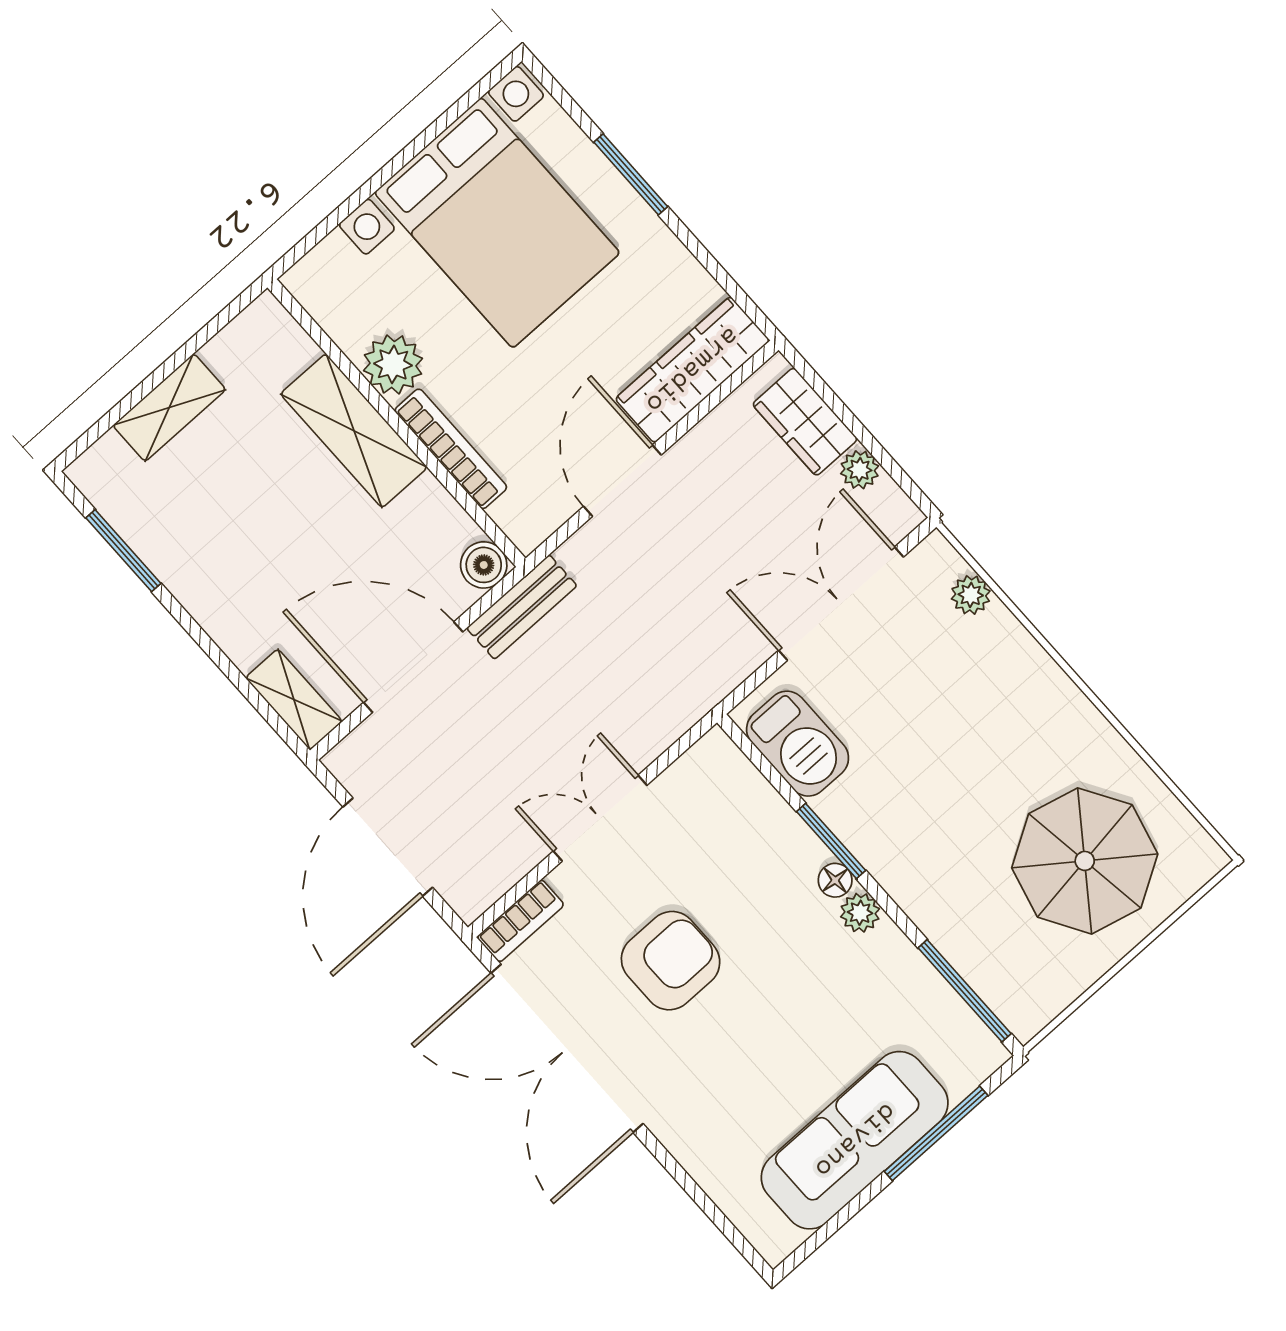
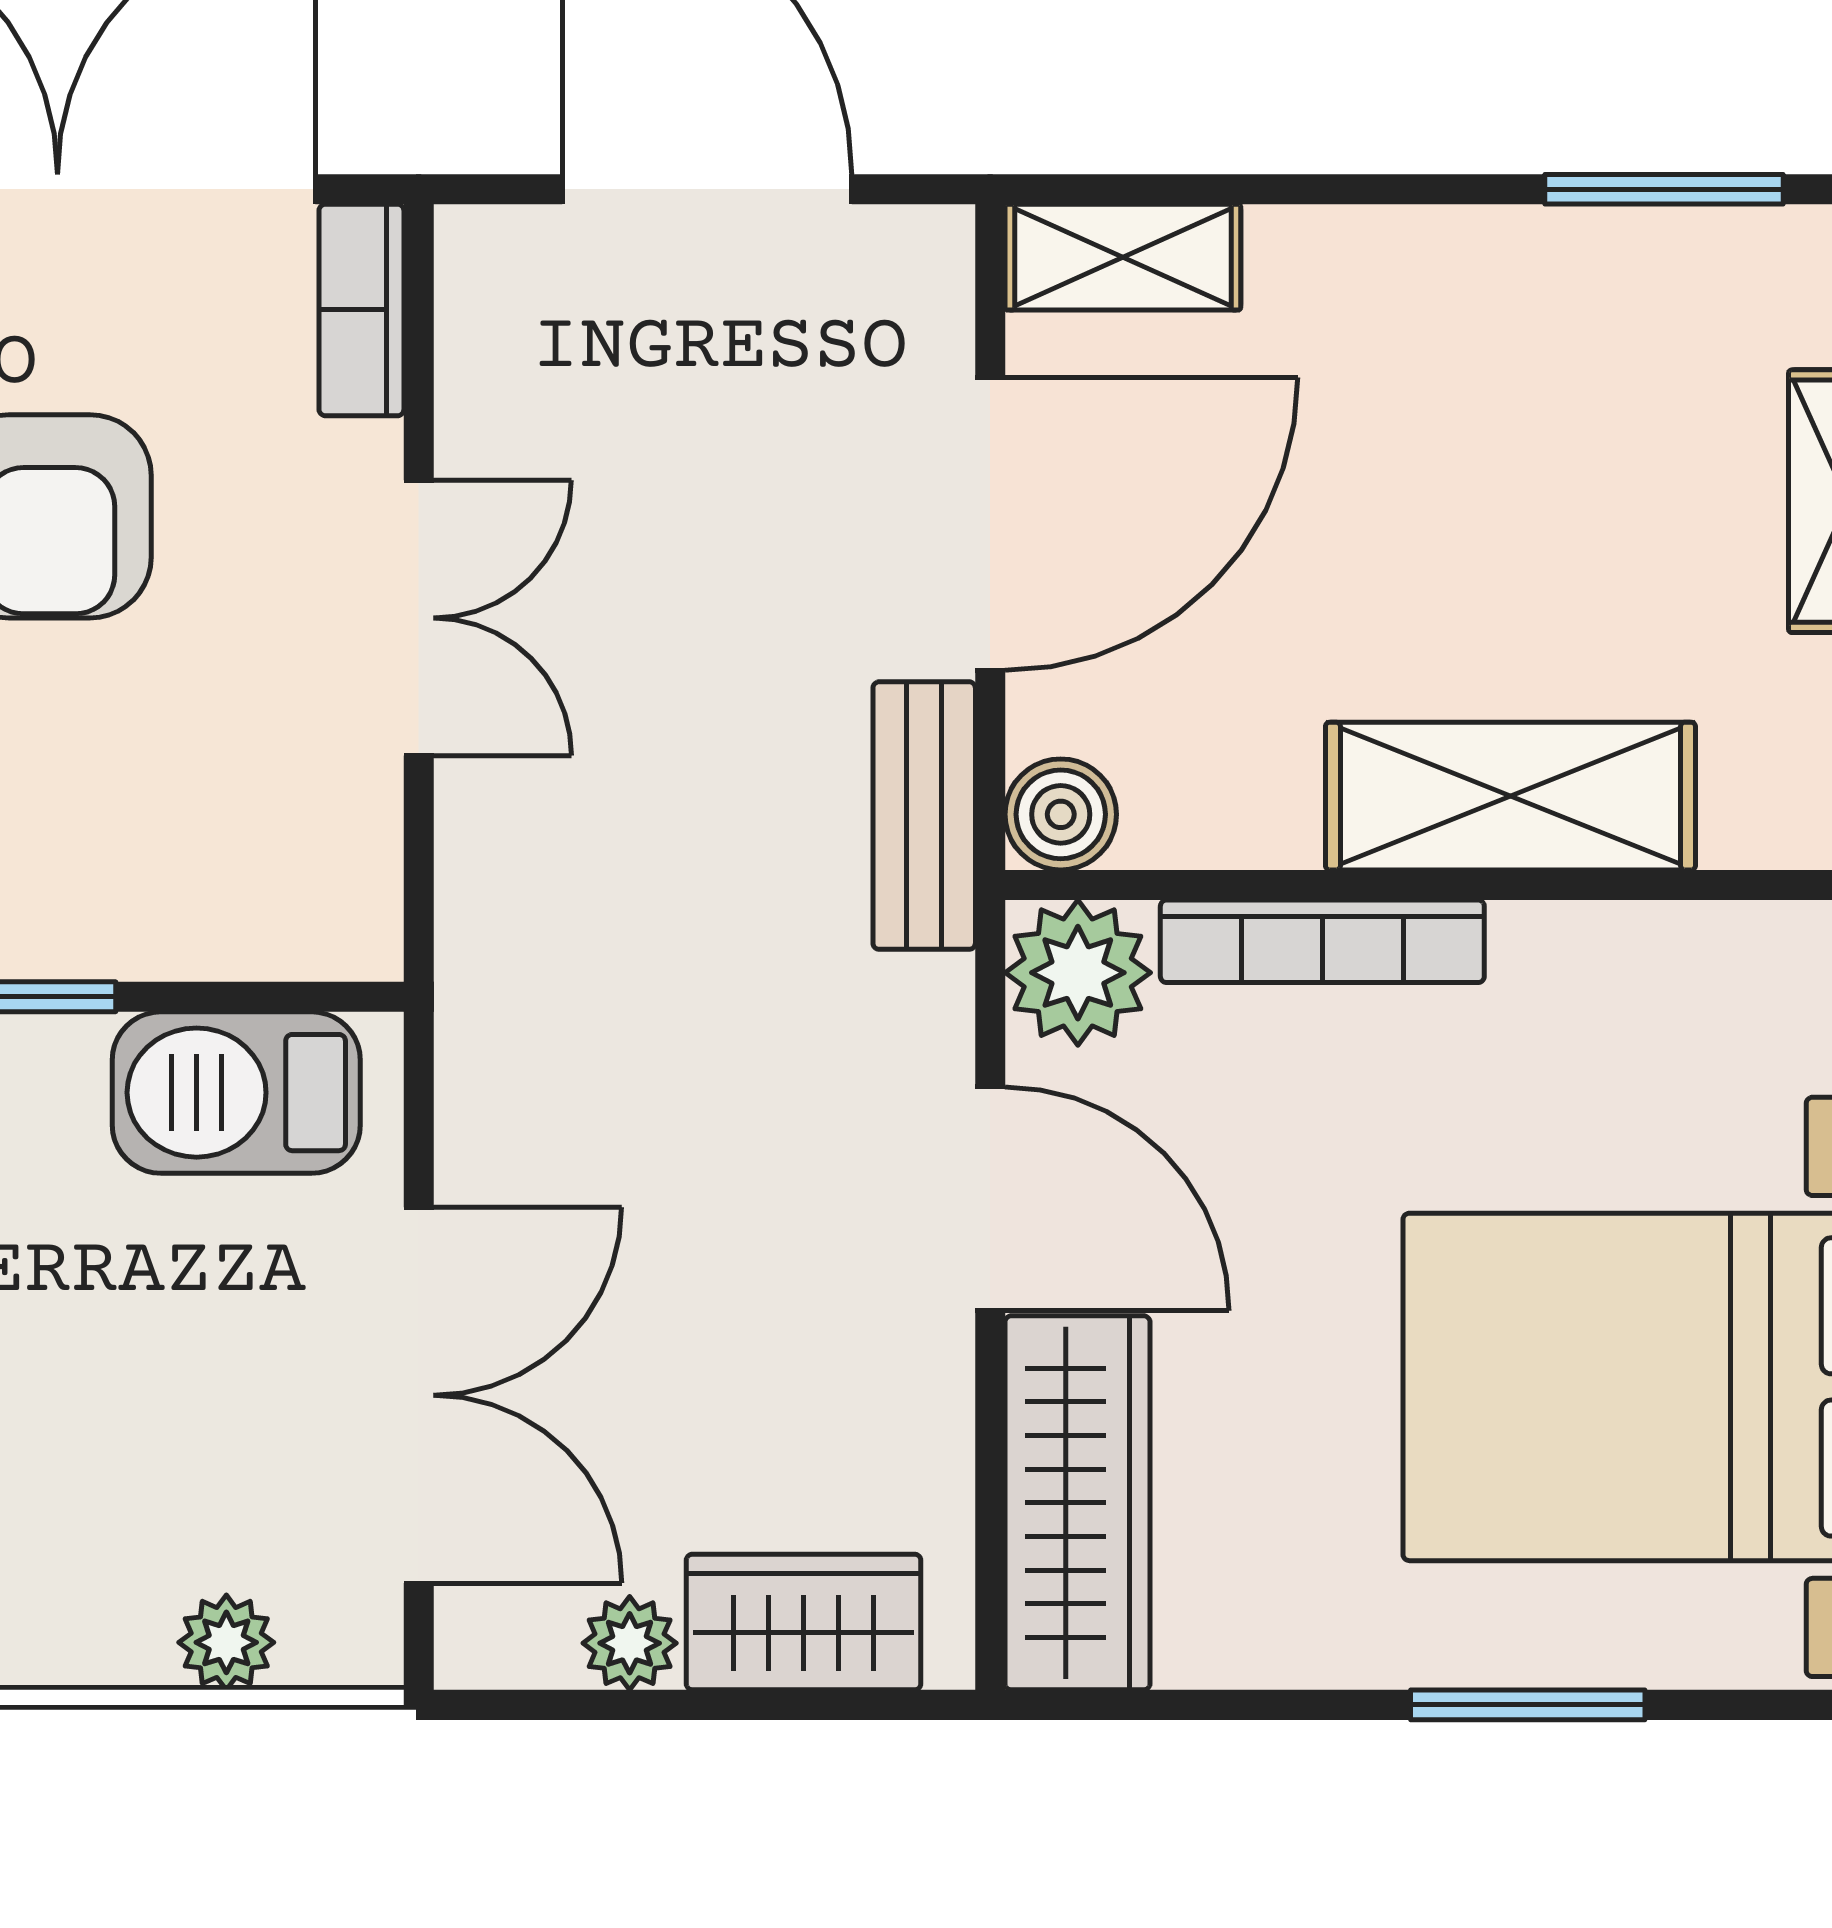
plant: (393, 364) -> (1078, 973), moved

